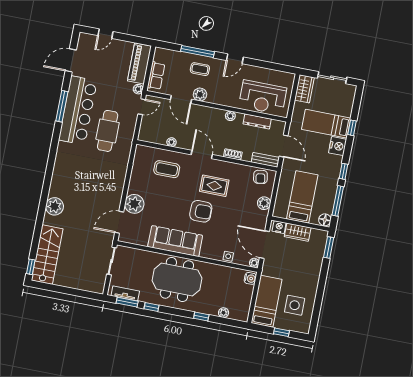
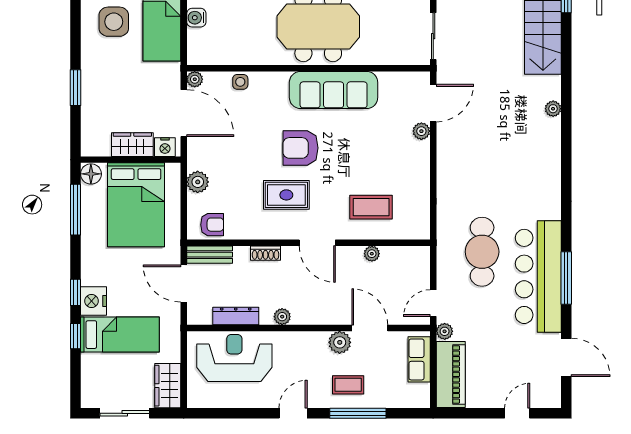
door: (71, 60) -> (566, 357), hinge flipped
window: (344, 171) -> (76, 292), moved
armchair: (260, 177) -> (212, 225), turned 99
bed: (302, 197) -> (136, 205), width x1.50
plant: (134, 204) -> (421, 131), width x0.53, depth x0.53
plant: (55, 206) -> (553, 109), width x0.53, depth x0.53
window: (329, 247) -> (76, 88), moved
water cooler: (250, 278) -> (196, 18), moved

